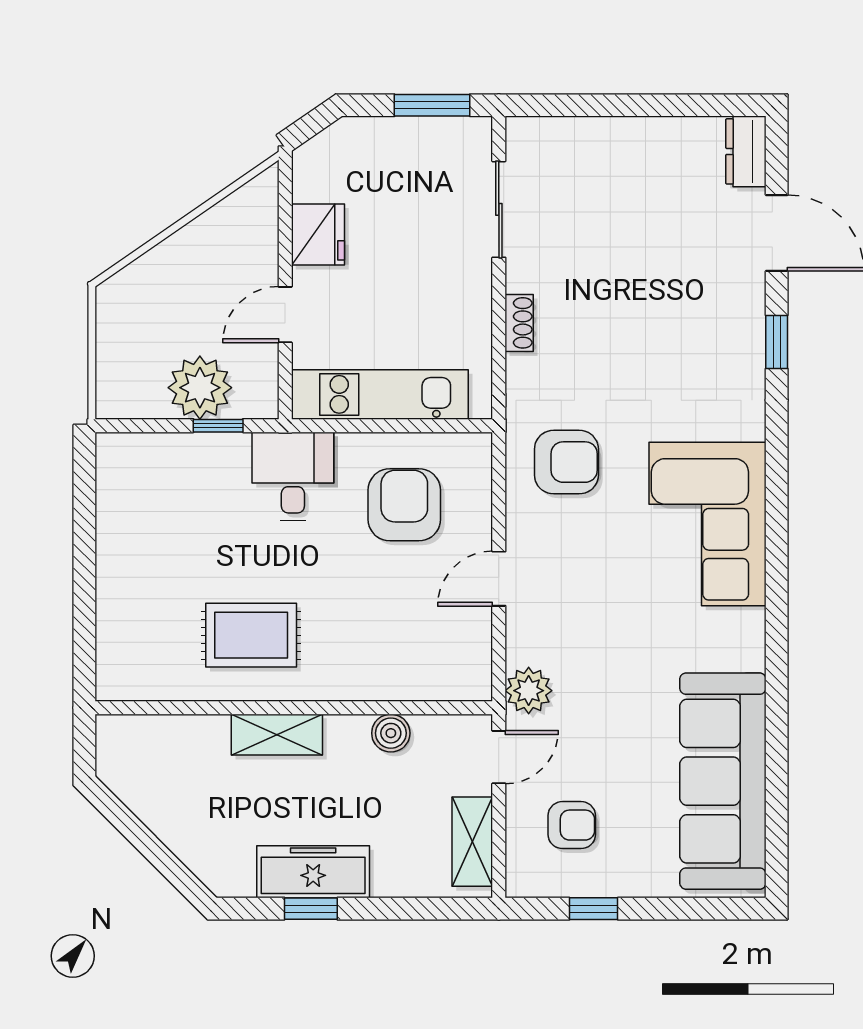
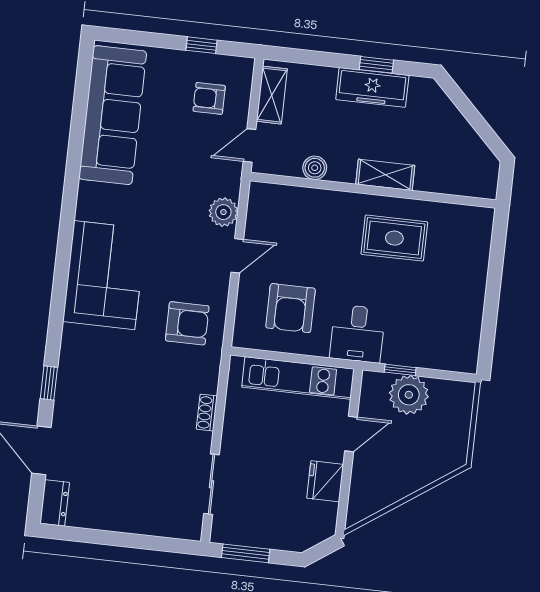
armchair: (566, 462) -> (187, 323), turned 180
plant: (529, 691) -> (223, 212), moved

